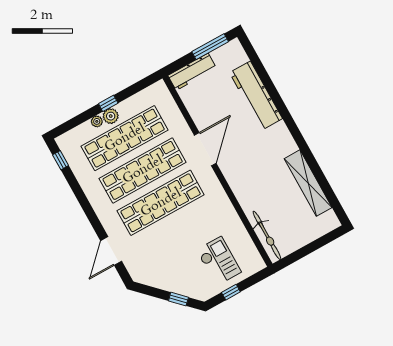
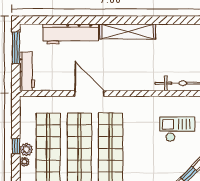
shelving: (308, 183) -> (128, 32), moved

